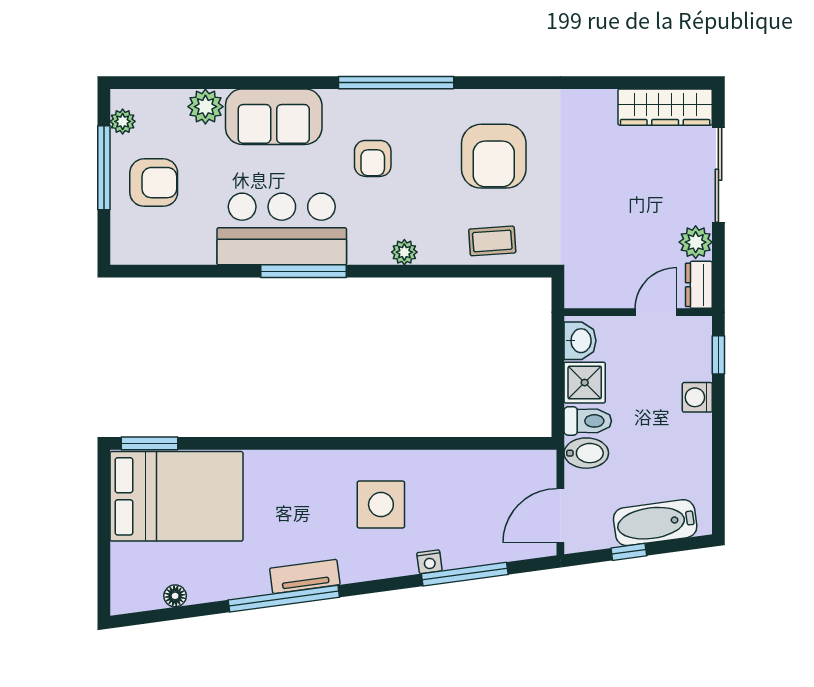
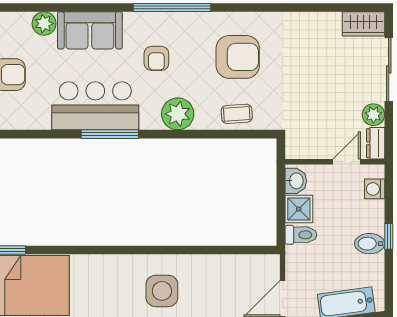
wardrobe: (665, 107) -> (363, 24), width x0.67
armchair: (494, 156) -> (238, 57), turned -90
plant: (404, 252) -> (178, 114), width x1.87, depth x1.87
window: (718, 355) -> (389, 236), moved
washing machine: (697, 397) -> (375, 189), moved
bidet: (586, 453) -> (370, 244), moved, turned 180

